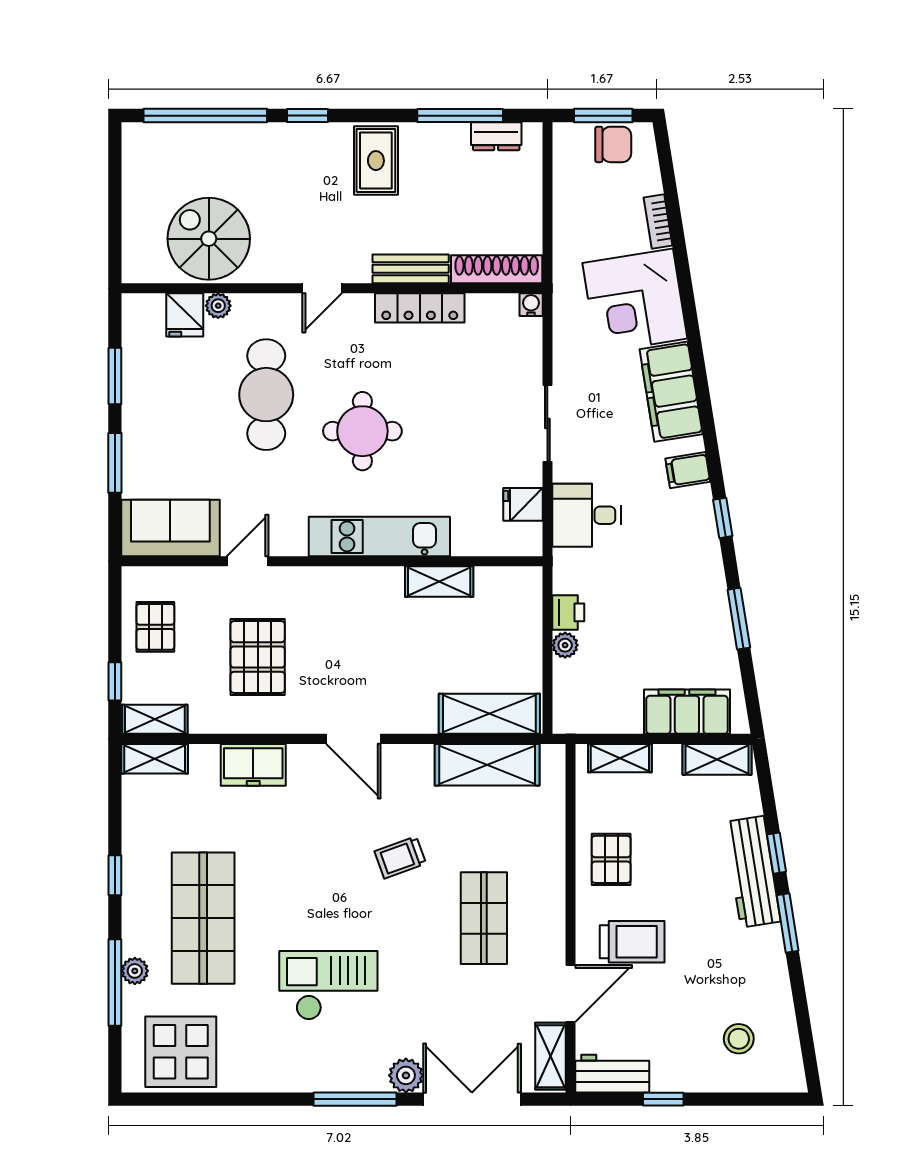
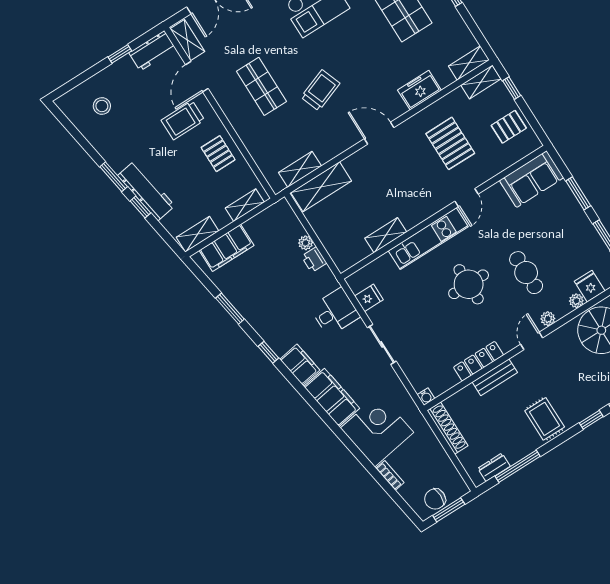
shoe rack: (497, 269) -> (447, 428), moved, turned -90
plant: (277, 306) -> (548, 319), added
cafe table: (266, 395) -> (526, 273), width x0.73, depth x0.74
filing cabinet: (688, 470) -> (300, 365), width x2.00
door: (247, 561) -> (467, 198), moved
pallet: (155, 627) -> (509, 127), turned 90
shelving: (487, 765) -> (300, 169), width x0.67, depth x0.75
trolley: (400, 857) -> (320, 90), width x1.36, depth x1.39

